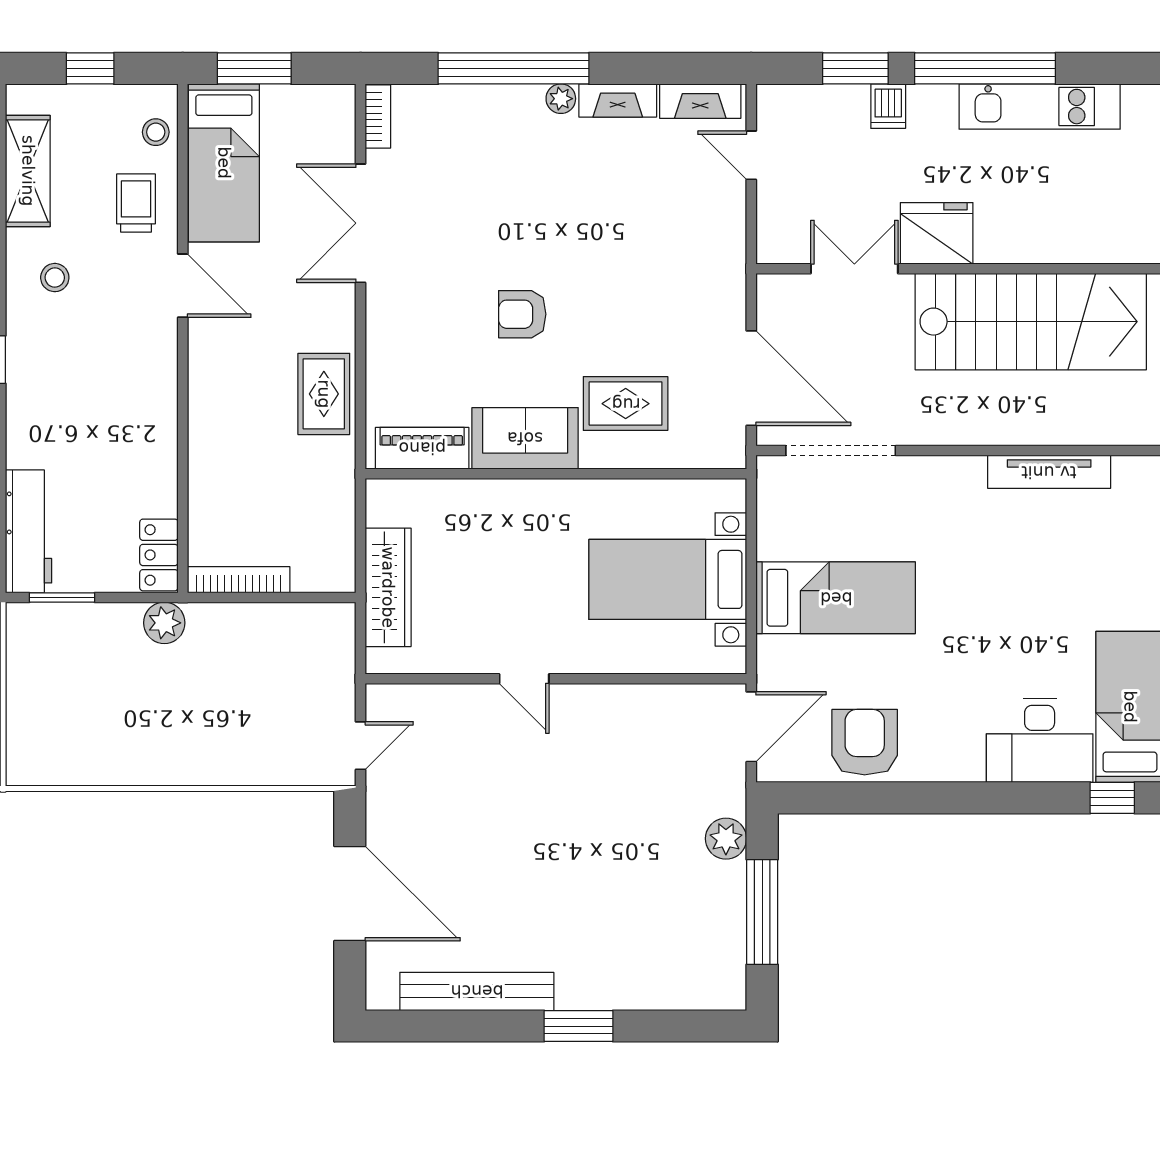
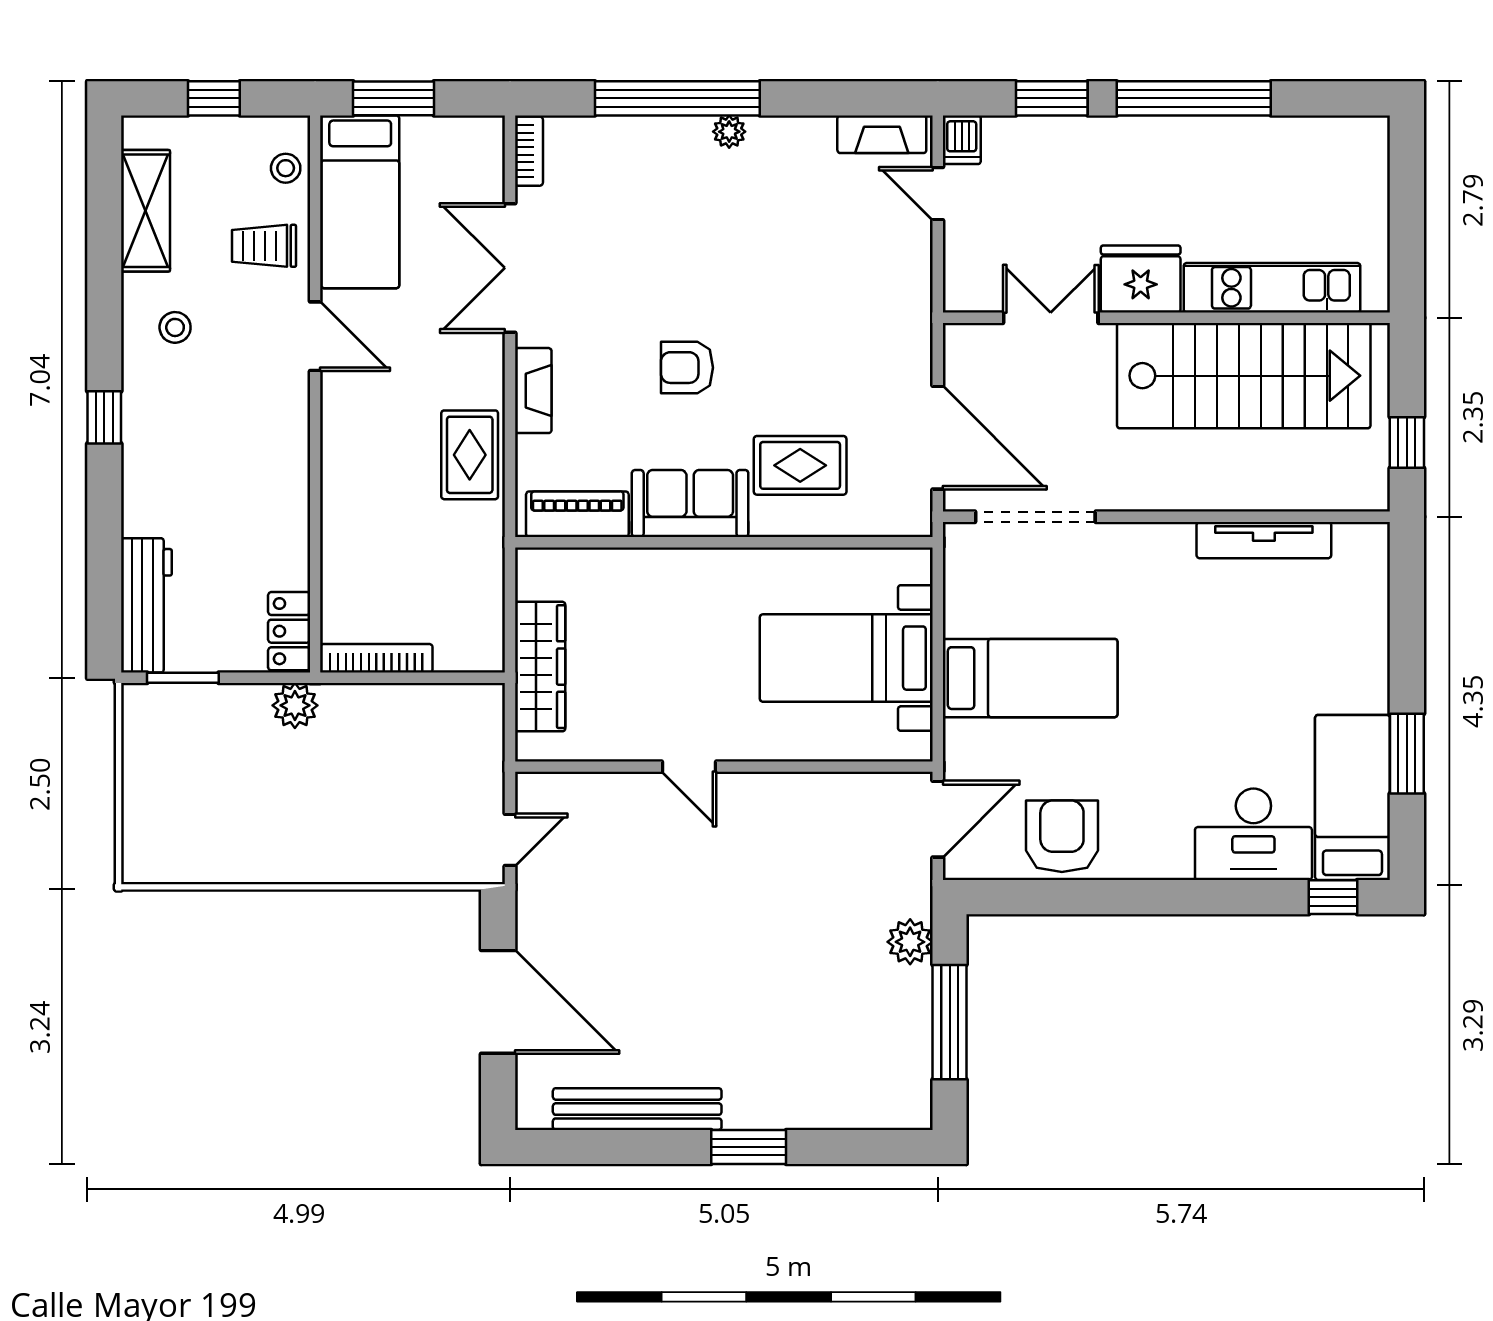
fireplace: (618, 100) -> (533, 391), moved, turned -90
dishwasher: (888, 106) -> (962, 140), moved
kitchen unit: (1040, 107) -> (1272, 288), moved, turned 180
trolley: (136, 203) -> (264, 246), turned -90

